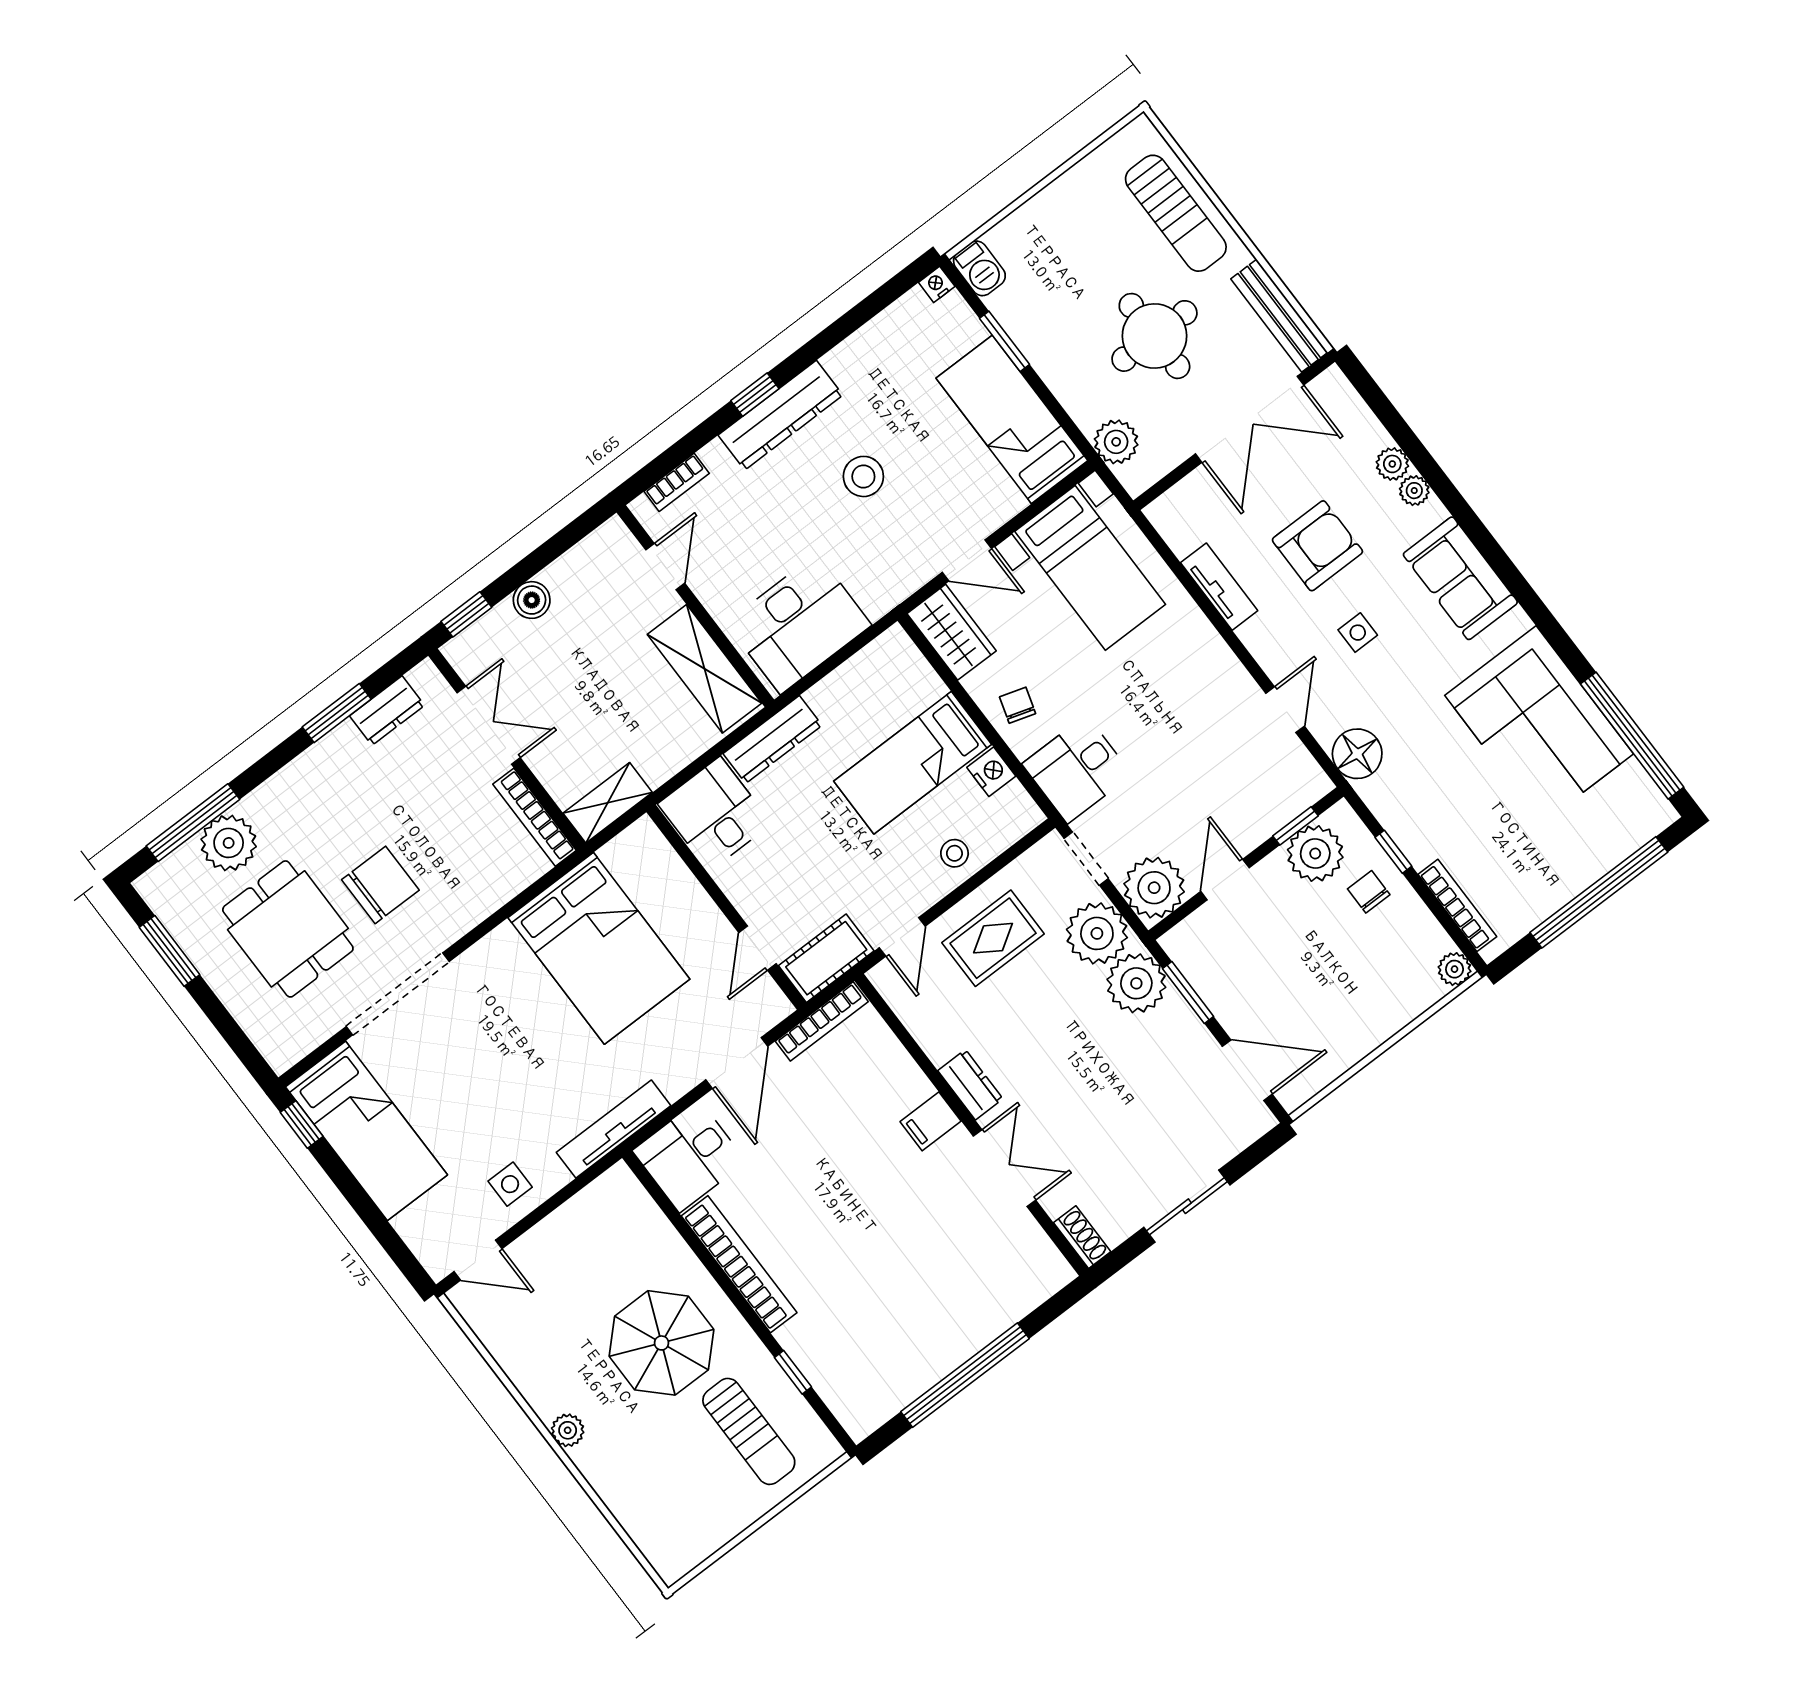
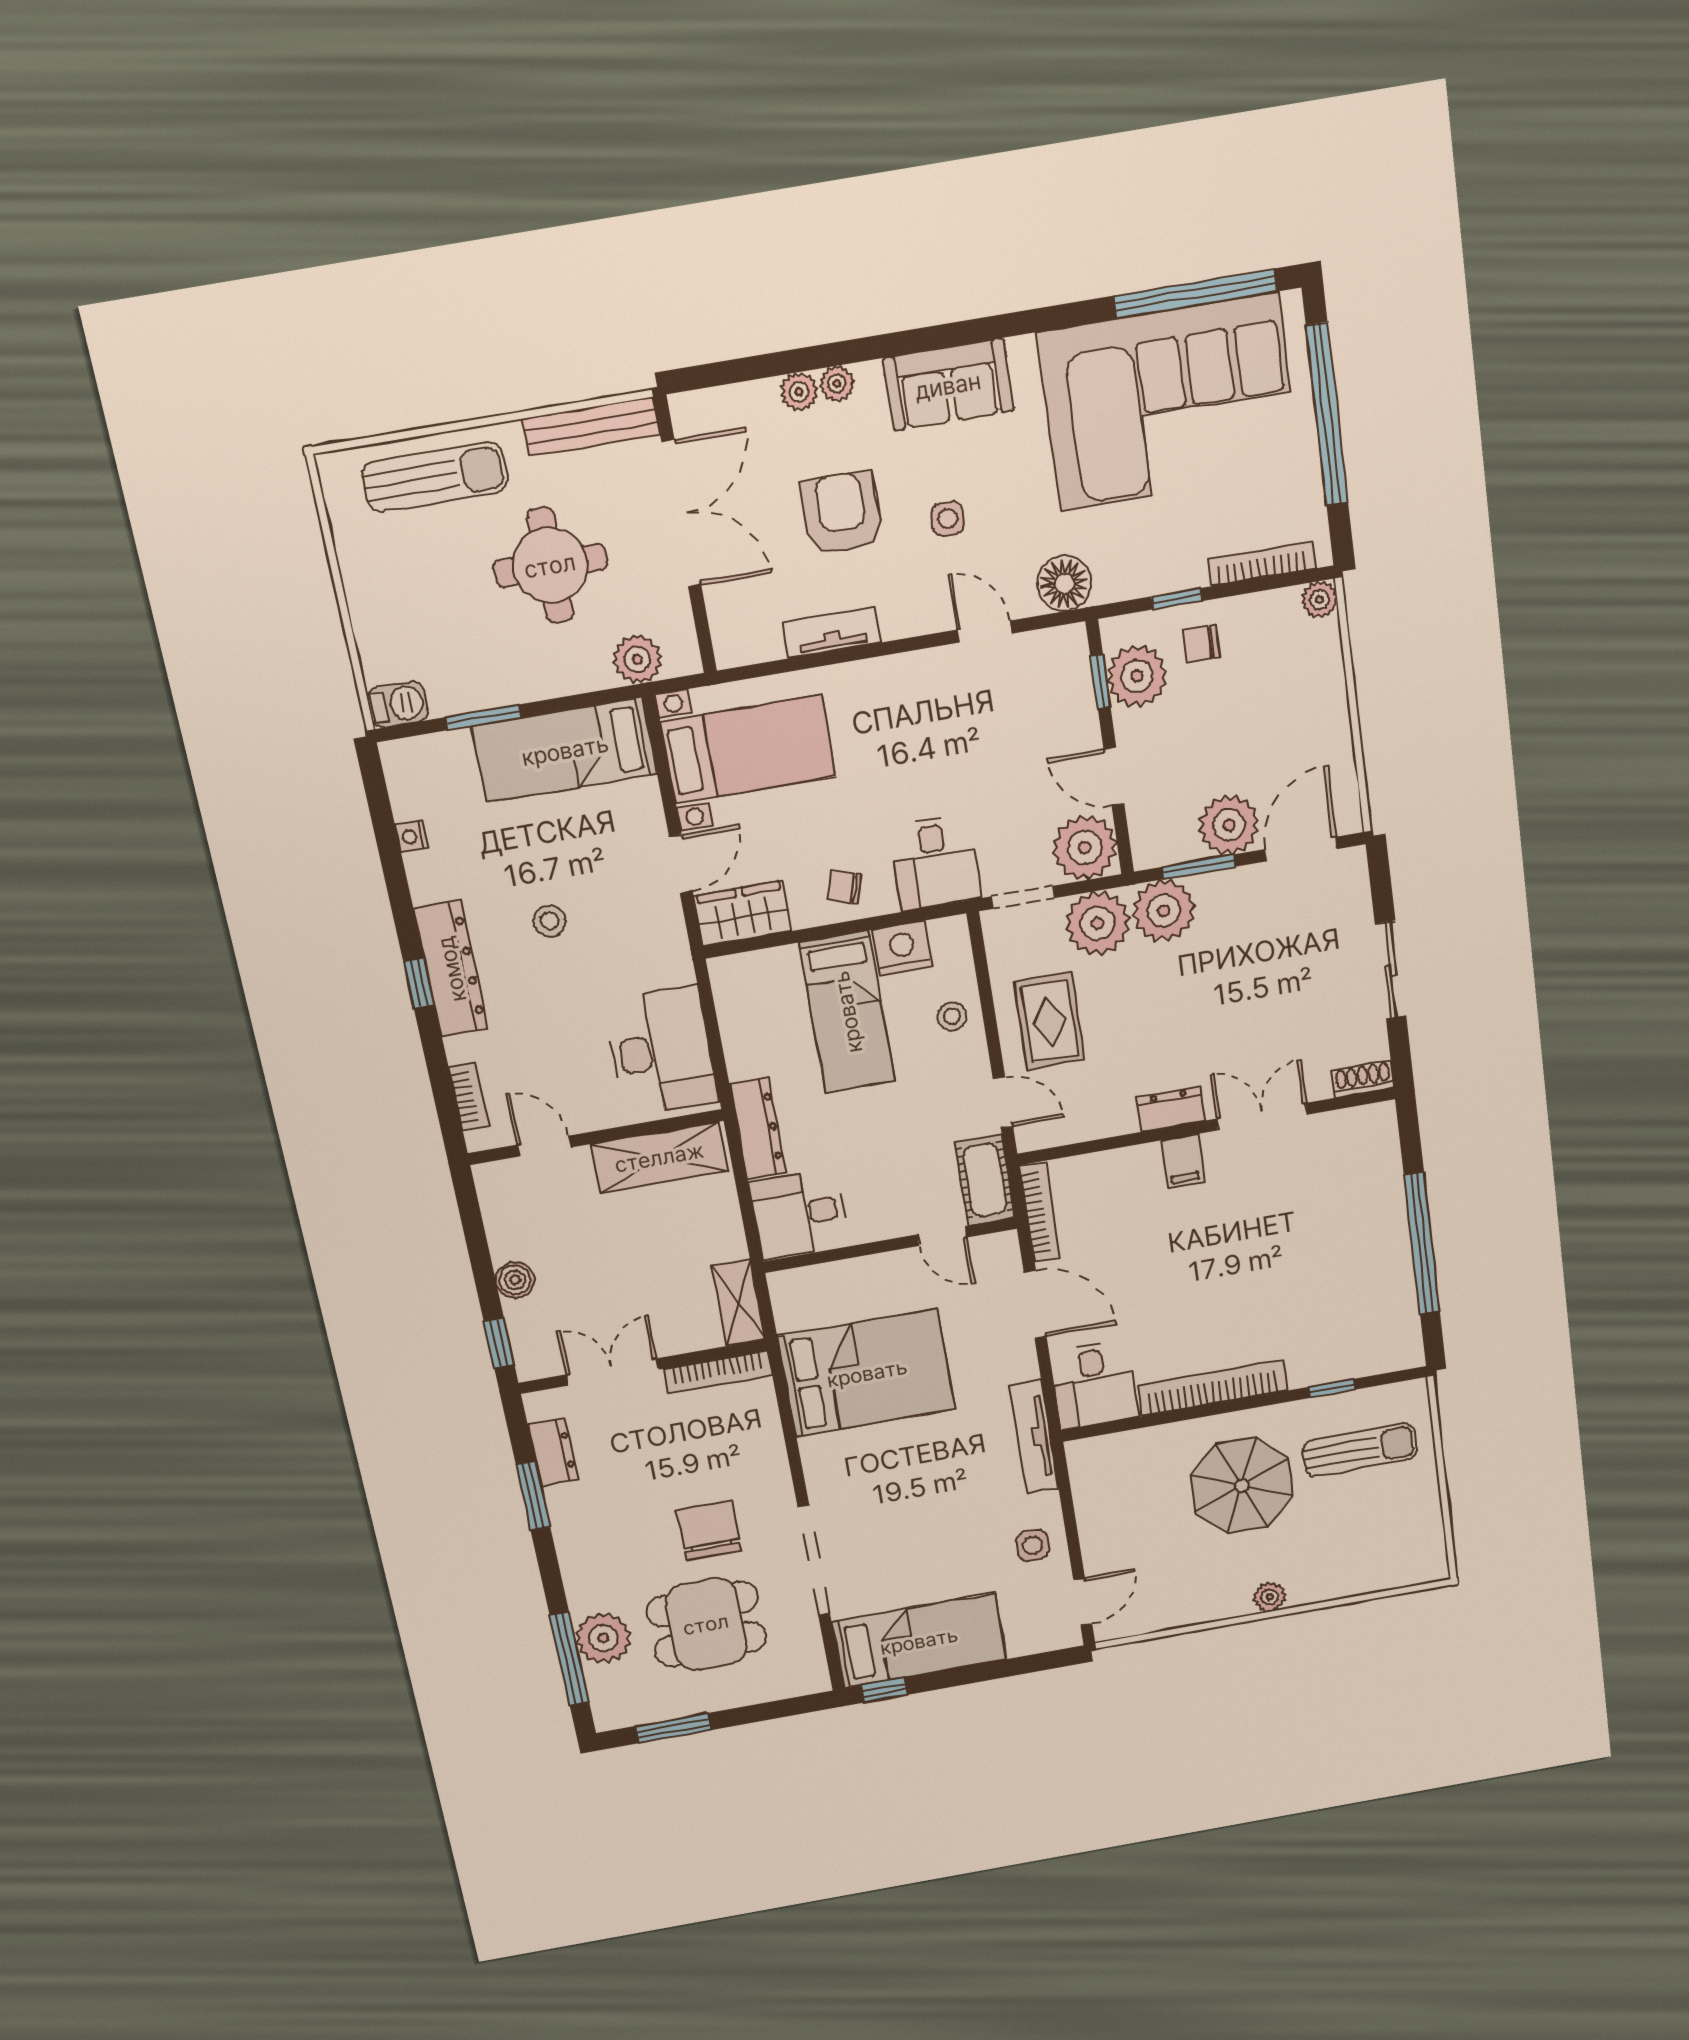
nightstand: (937, 284) -> (412, 836), moved
stool: (863, 476) -> (550, 921), width x0.73, depth x0.73
corner sofa: (1539, 725) -> (1169, 402), width x1.36, depth x1.36
nightstand: (991, 772) -> (902, 948), width x1.36, depth x1.33
plant: (1235, 998) -> (1229, 825), added

